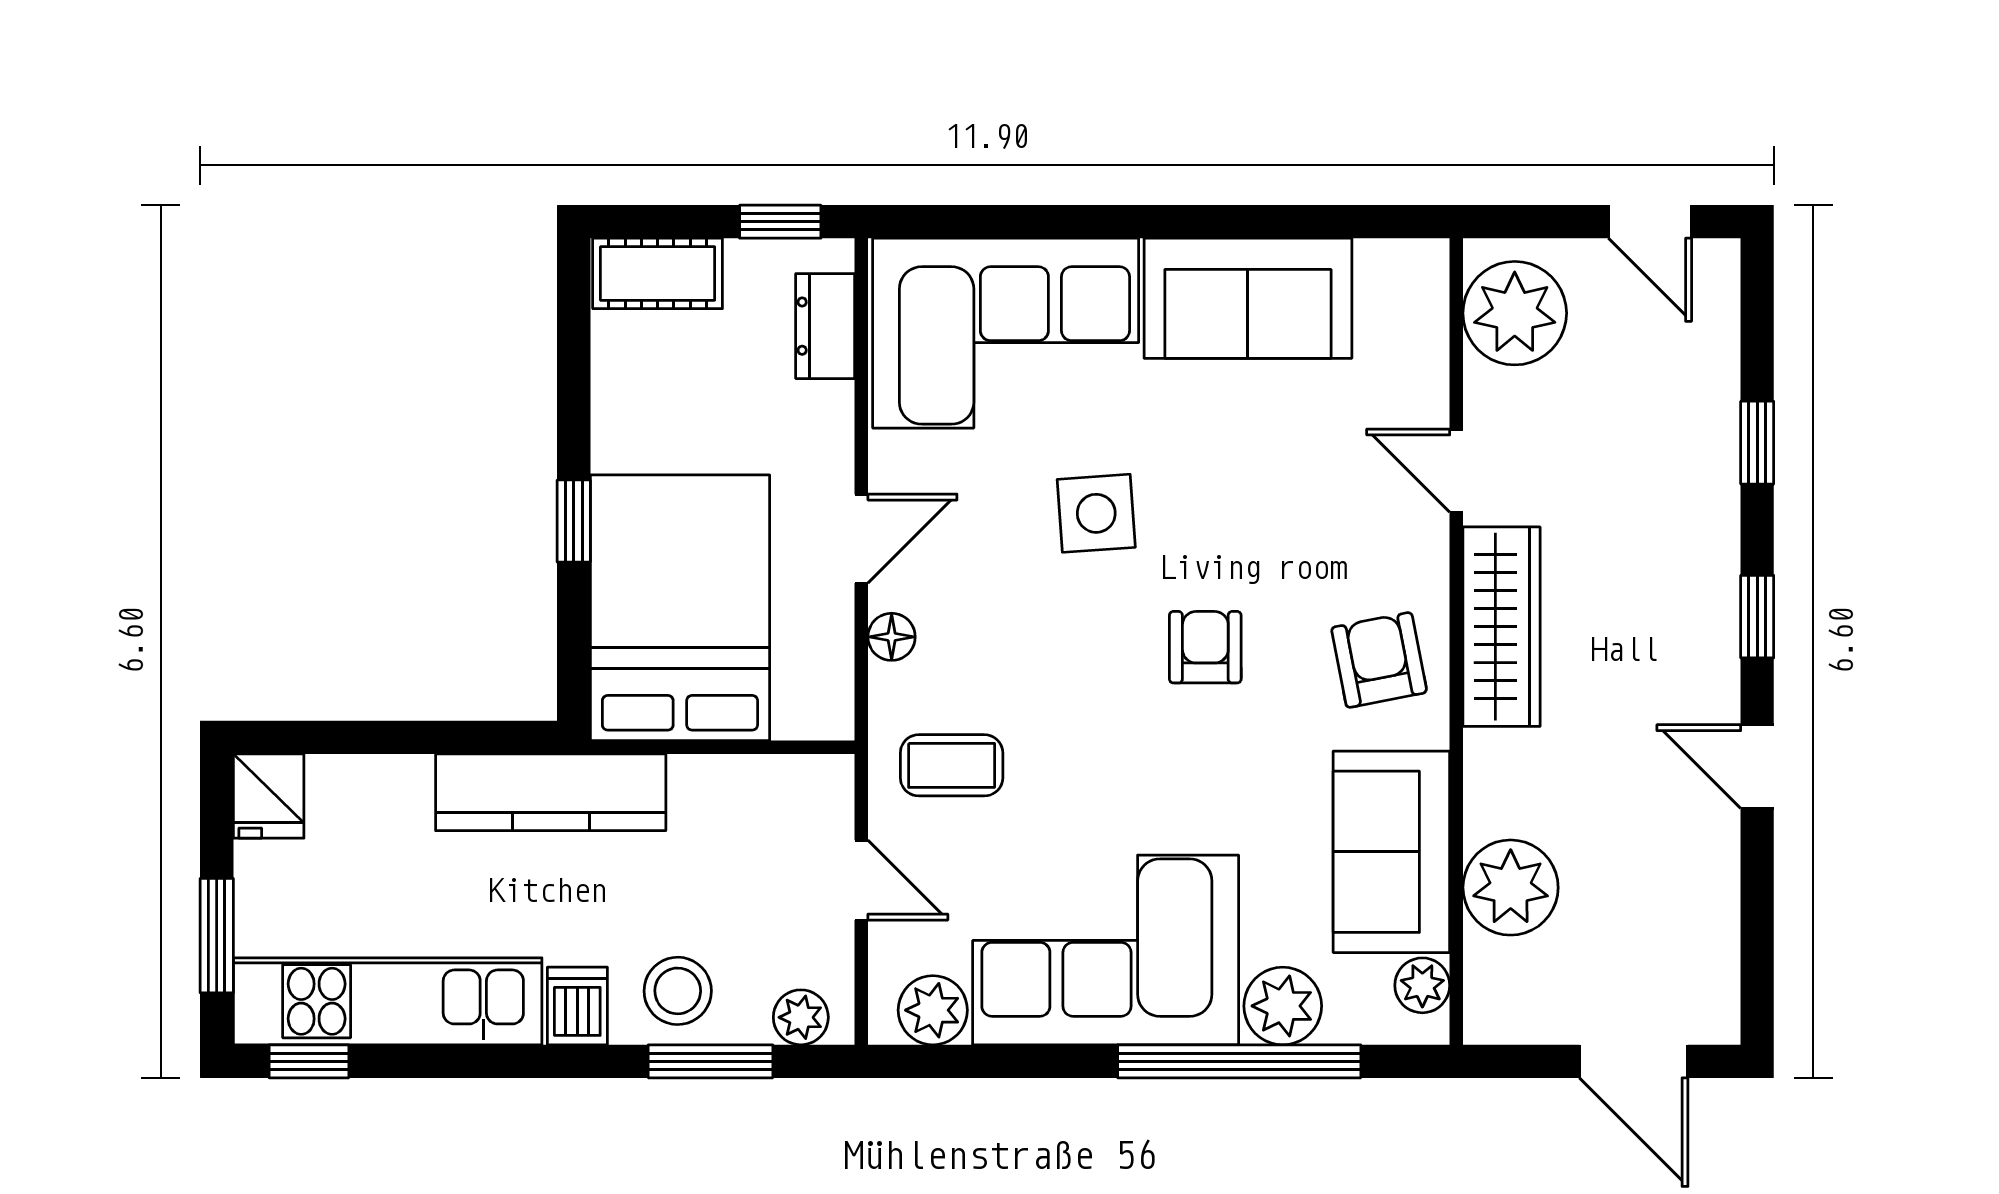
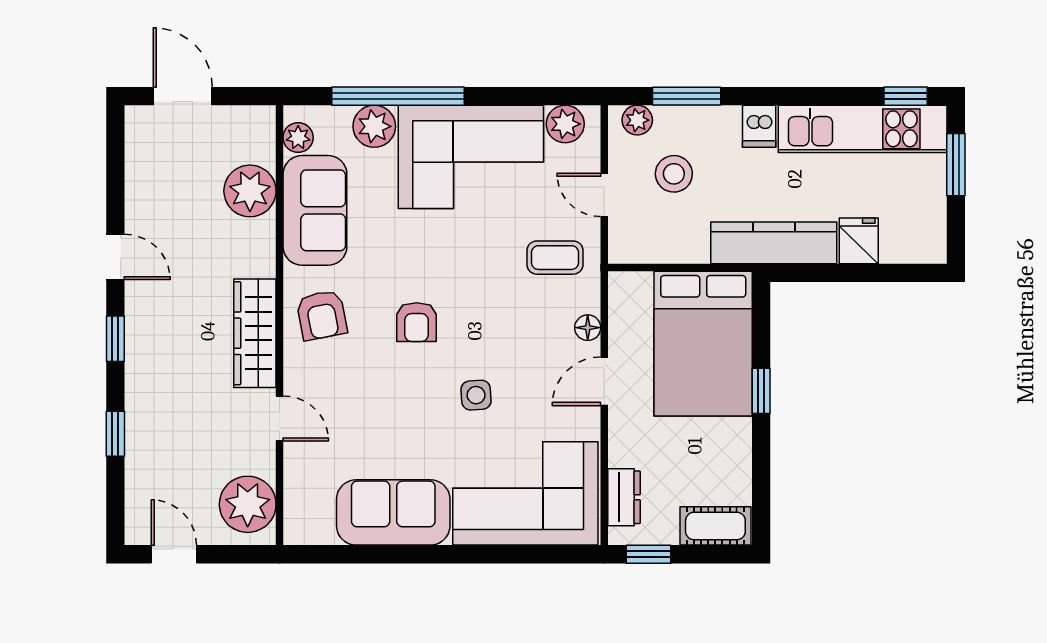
side table: (1096, 513) -> (476, 395), width x0.73, depth x0.73
fridge: (269, 796) -> (859, 241), moved
stool: (678, 991) -> (674, 174), moved

